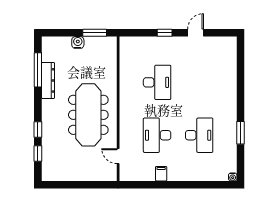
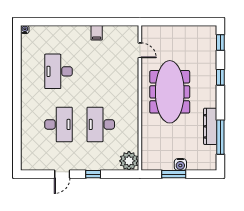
window: (95, 33) -> (174, 174), moved
plant: (129, 46) -> (129, 161), added
window: (241, 133) -> (17, 74), removed
desk: (157, 135) -> (59, 124), moved
window: (38, 153) -> (220, 43), moved

